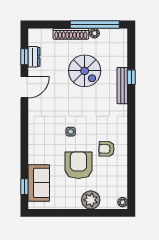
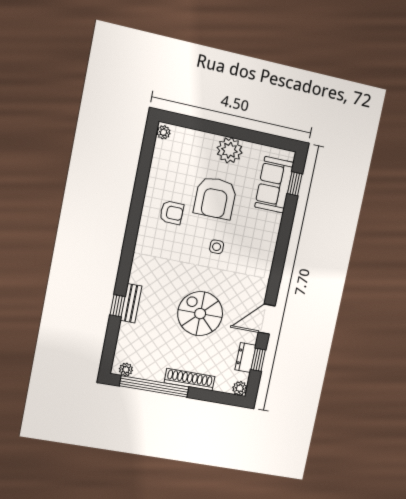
plant: (94, 33) -> (126, 370), moved
plant: (34, 34) -> (240, 388), added
spiral stairs: (85, 71) -> (200, 314), moved
bench: (122, 86) -> (131, 303), width x0.73
plant: (91, 200) -> (230, 150), moved

